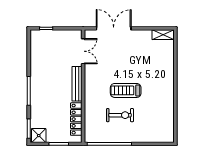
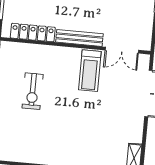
treadmill: (126, 90) -> (90, 71), moved, turned 180

